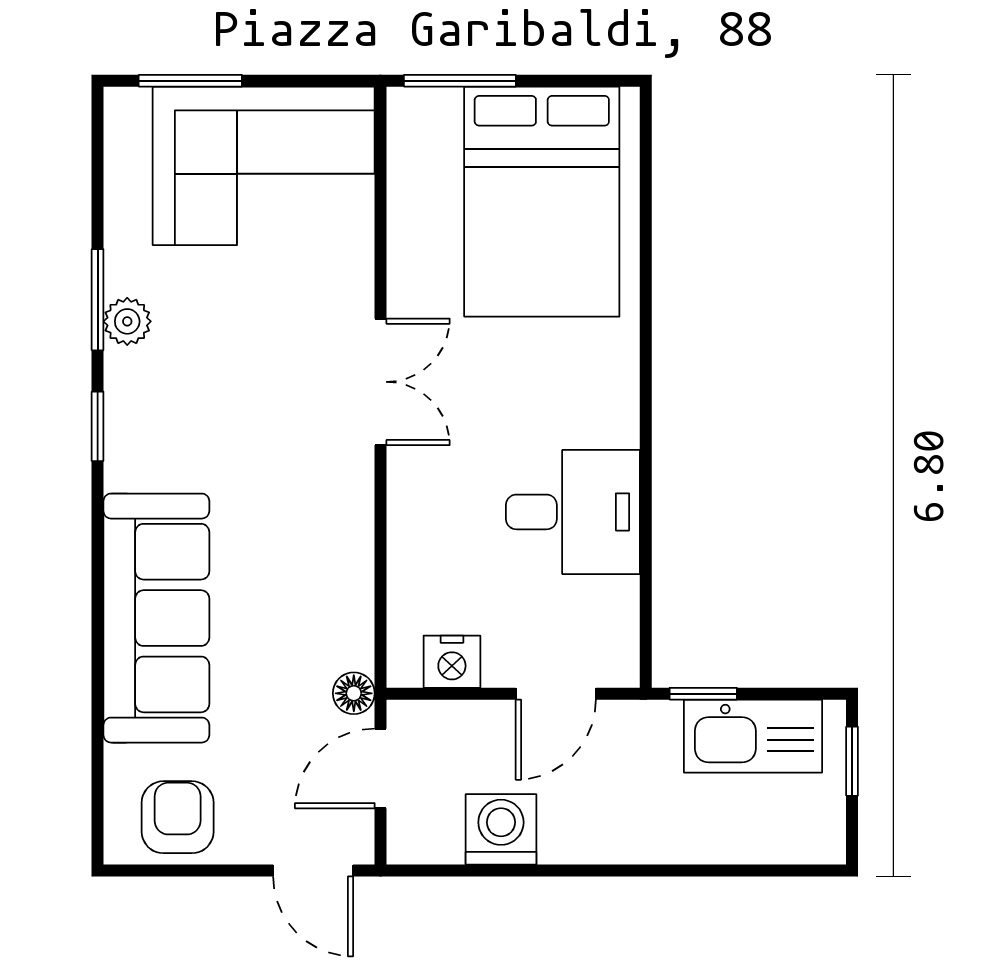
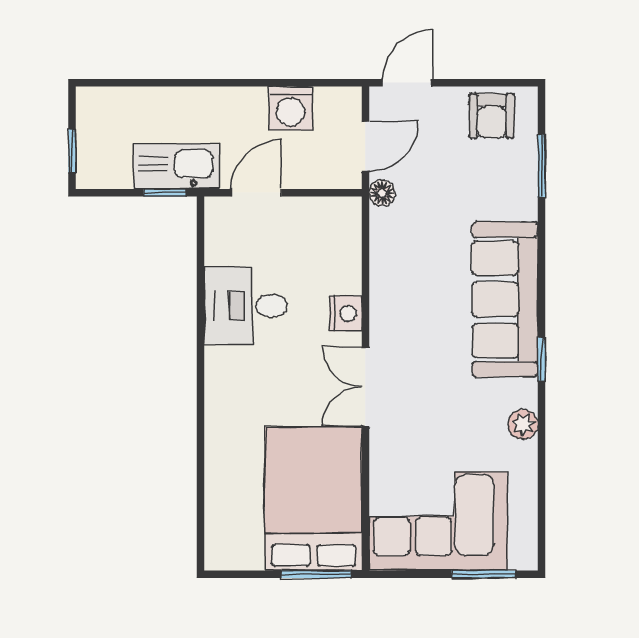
bed: (542, 202) -> (314, 499), moved
window: (98, 300) -> (542, 166), moved
sofa: (156, 618) -> (505, 300), moved
nightstand: (452, 662) -> (346, 314), moved, turned 90
kitchen sink: (753, 736) -> (176, 166), moved
door: (313, 871) -> (407, 83), hinge flipped

